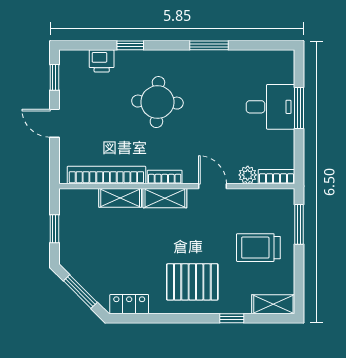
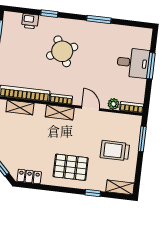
round table: (157, 102) -> (62, 51), turned -30
shelving: (120, 198) -> (20, 107), moved

